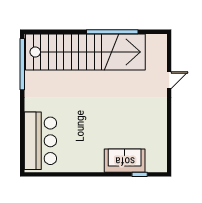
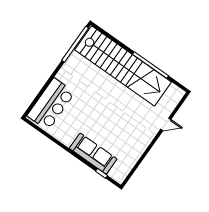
sofa: (125, 161) -> (93, 154), width x1.36

